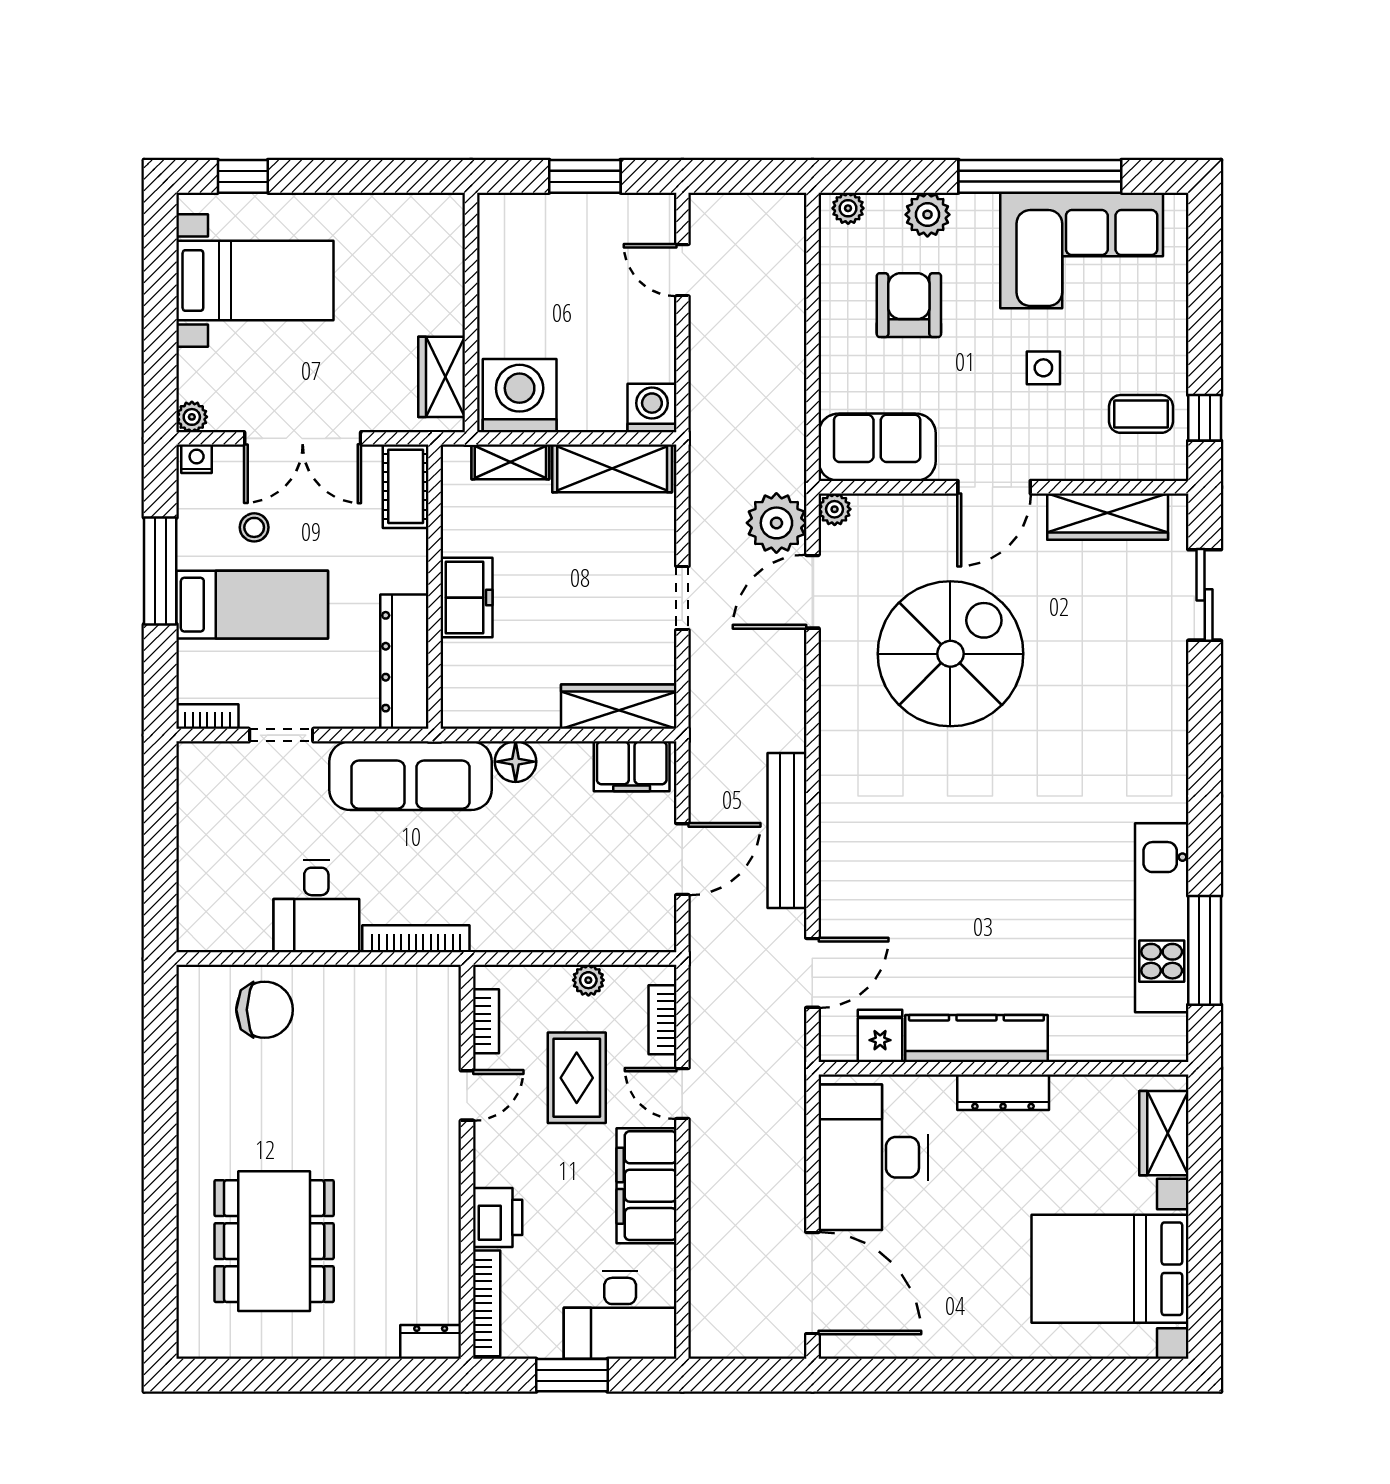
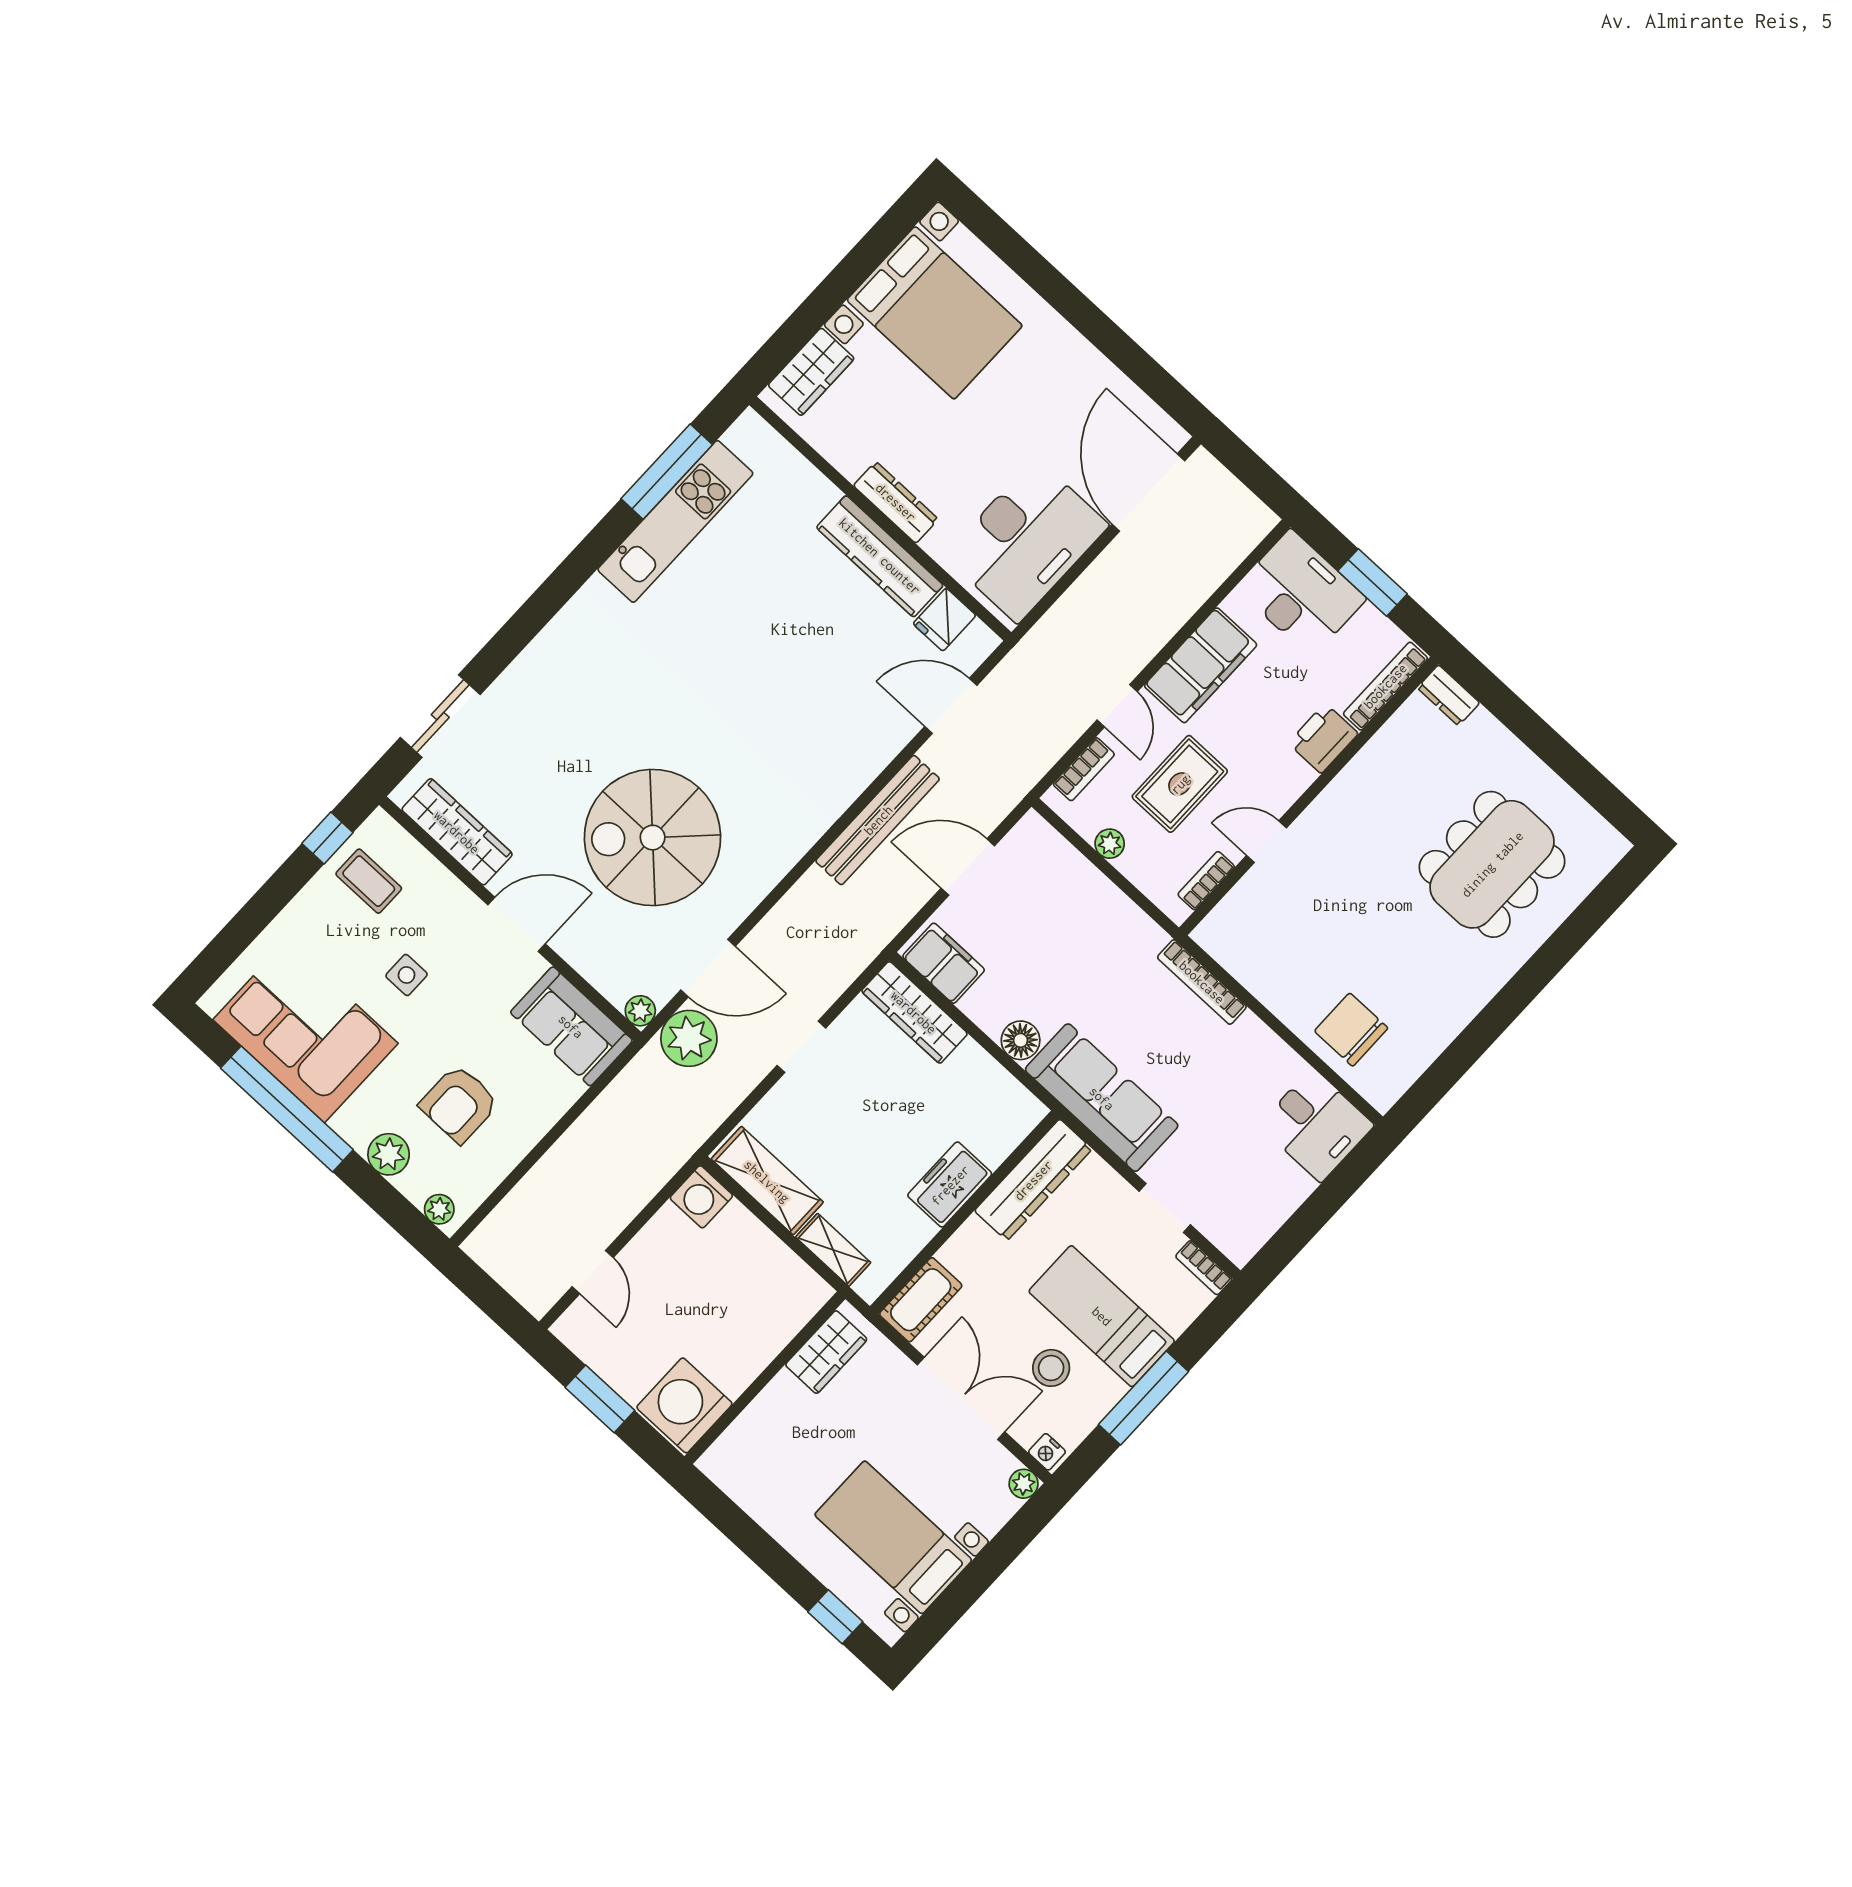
washing machine: (520, 396) -> (684, 1405), moved, turned 90
stool: (254, 527) -> (1051, 1368), width x1.37, depth x1.37
desk: (316, 906) -> (1316, 1125), moved, turned 90

